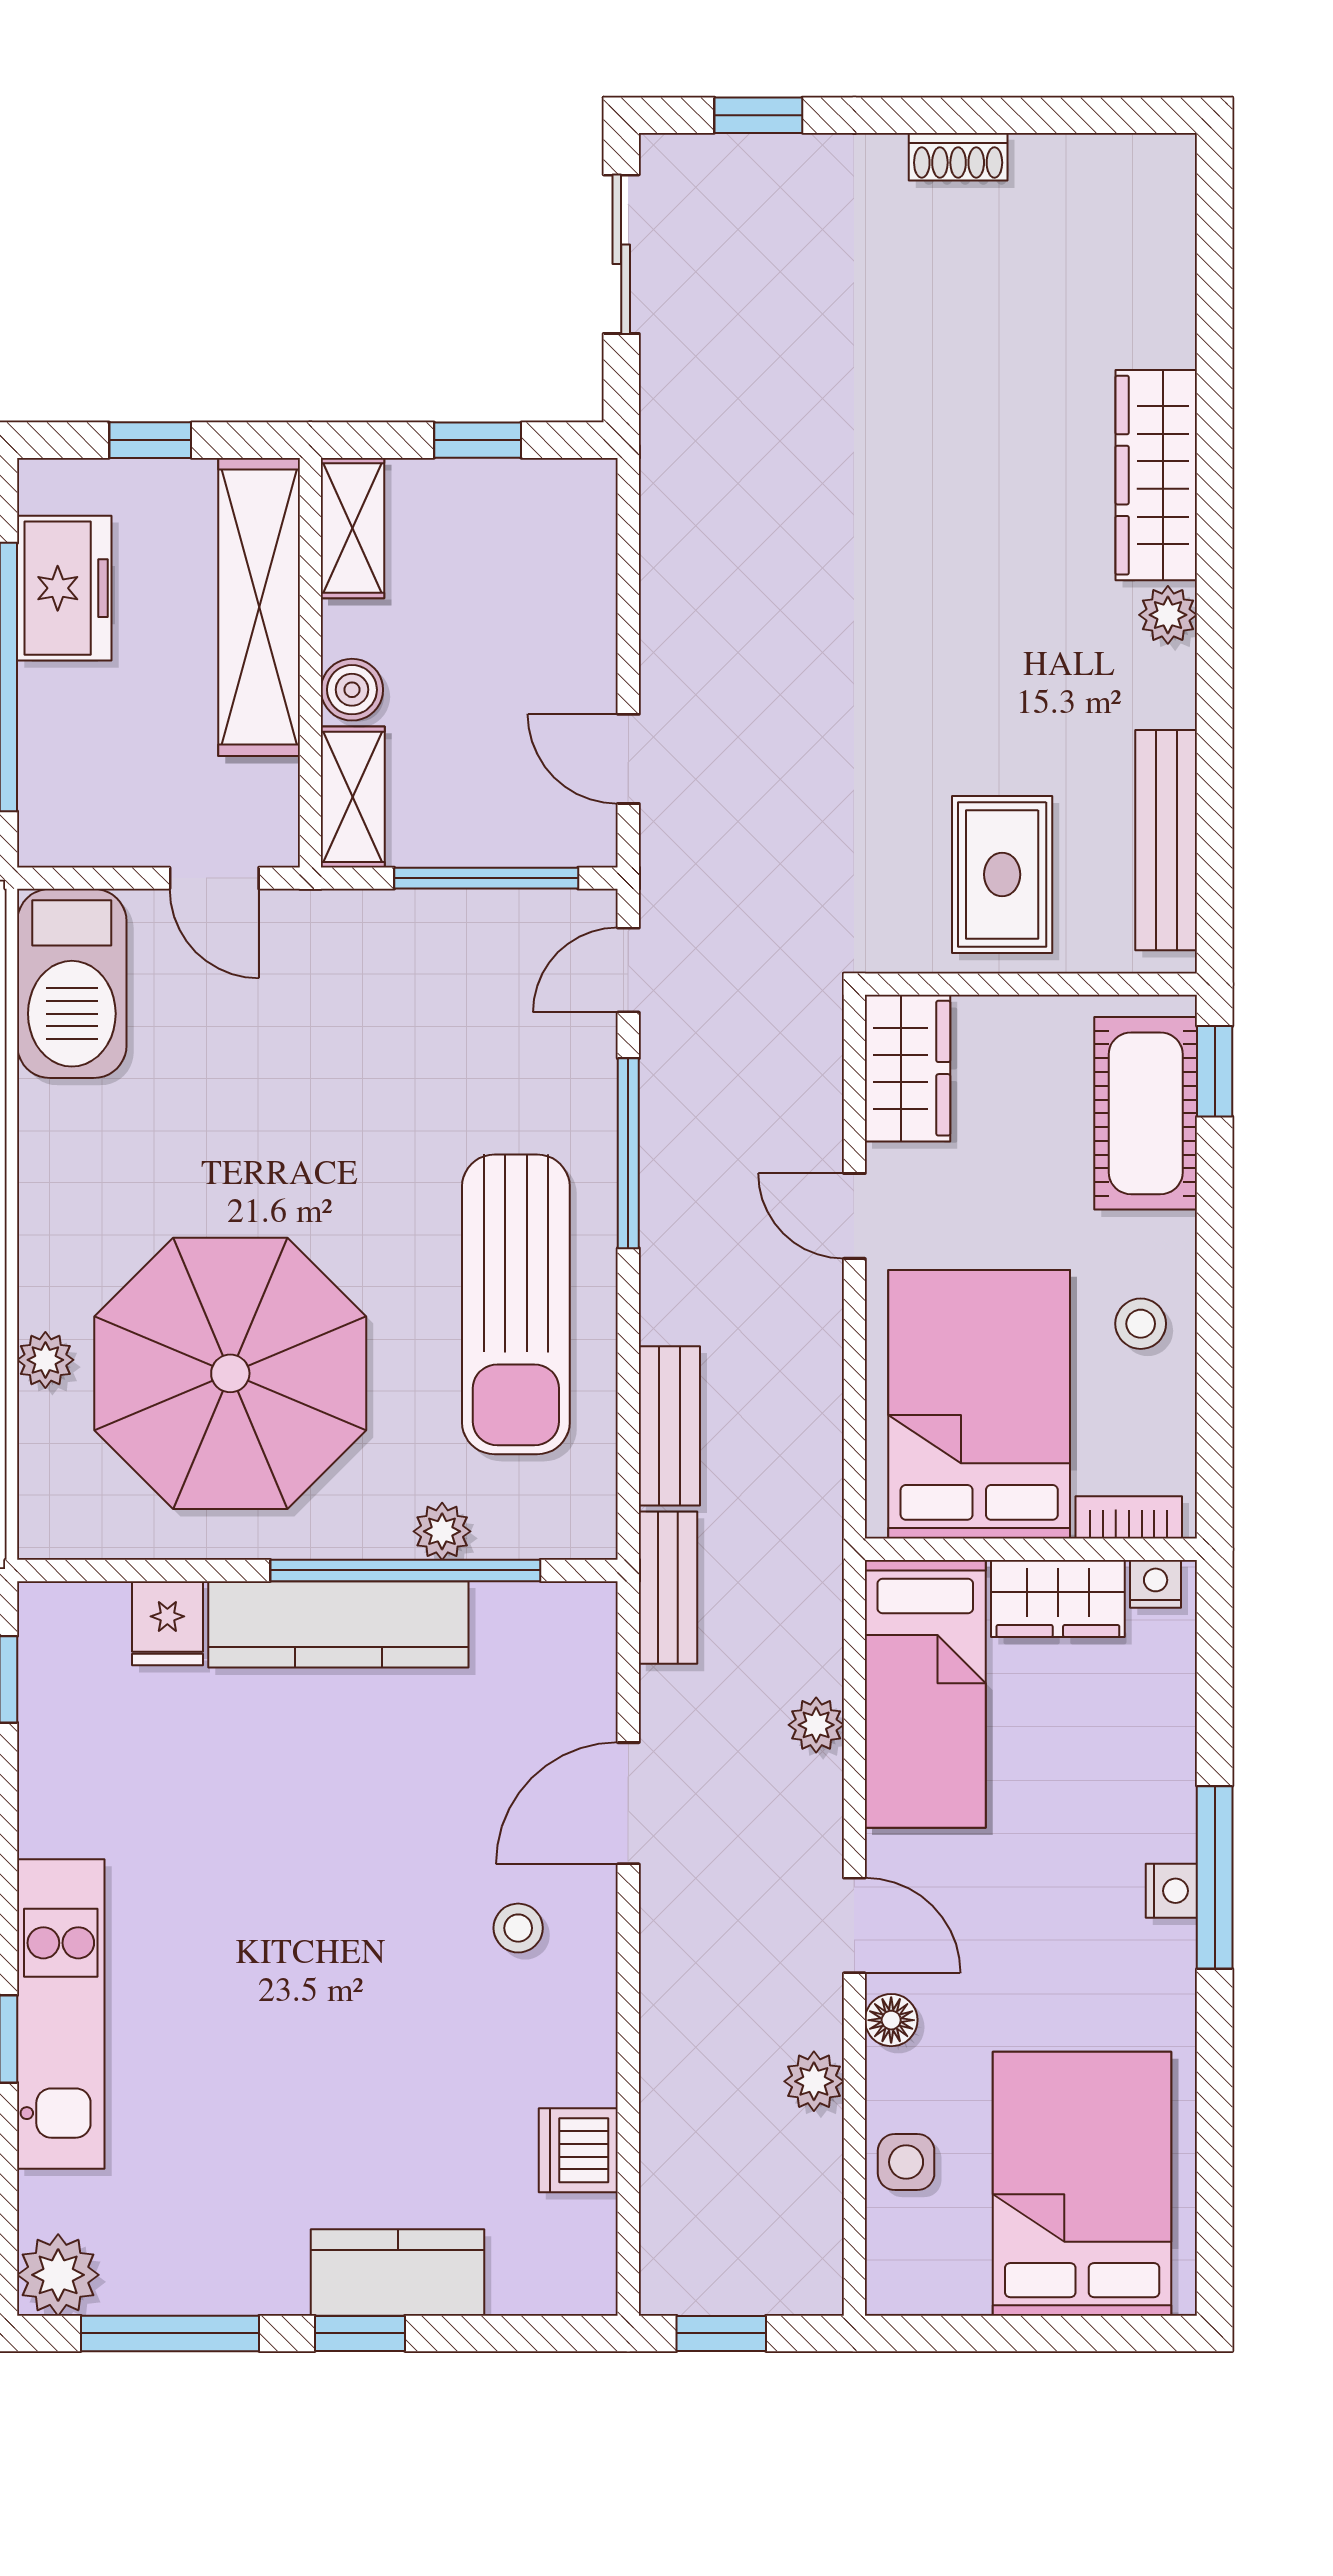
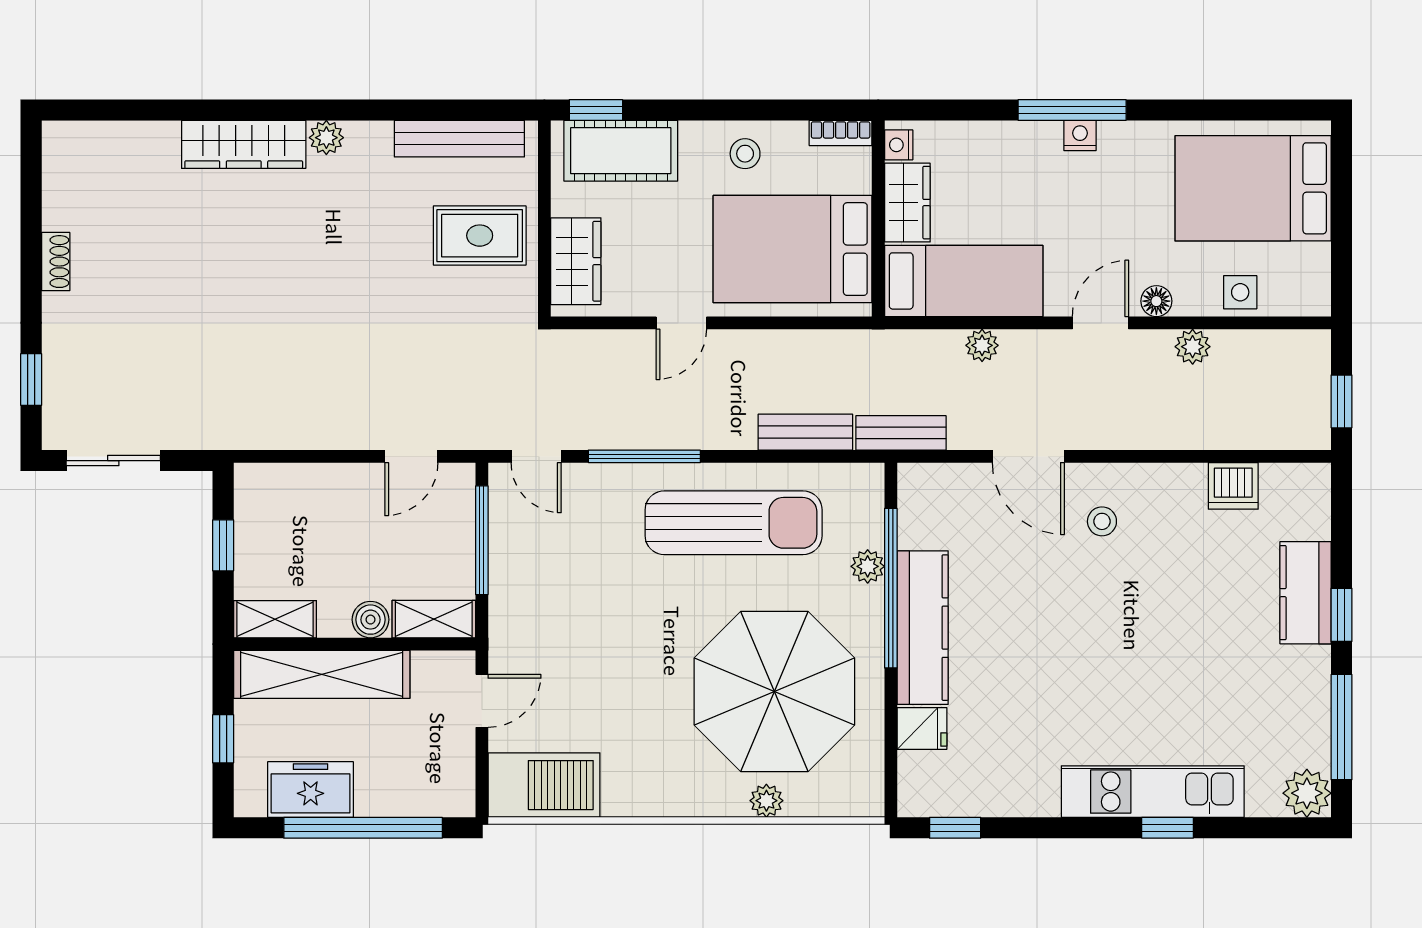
wardrobe: (908, 1068) -> (576, 261), moved, turned 90
bookcase: (1129, 1517) -> (841, 133), moved, turned -90

